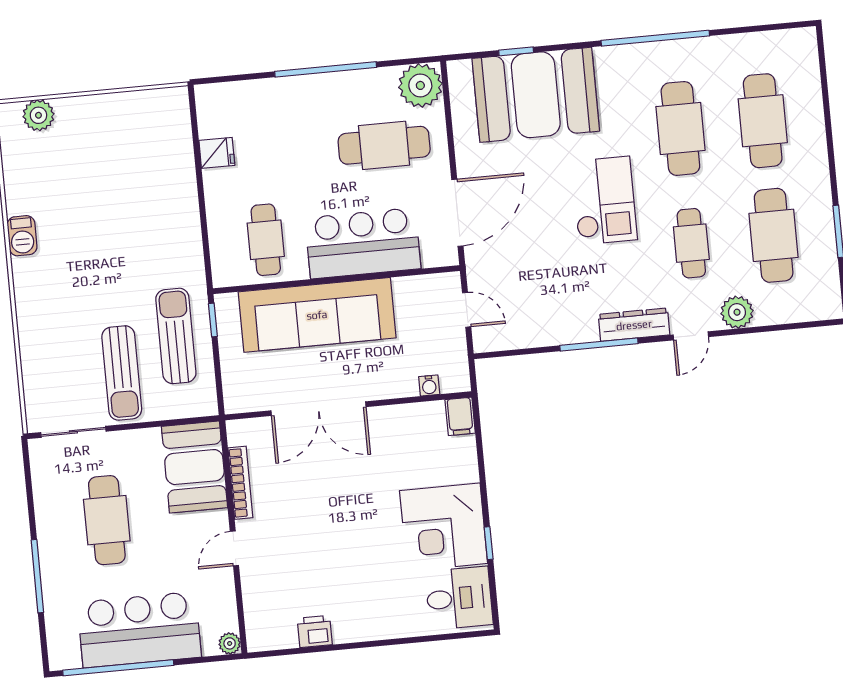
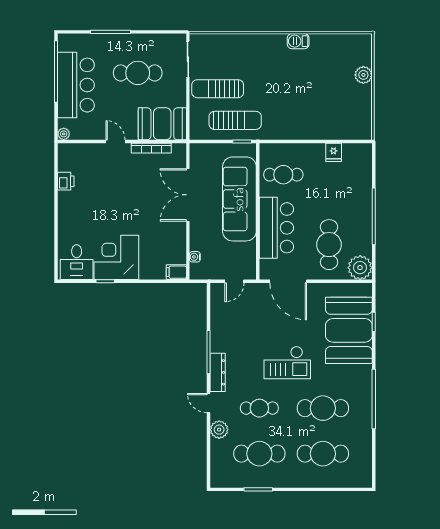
plant: (38, 115) -> (363, 75), moved

